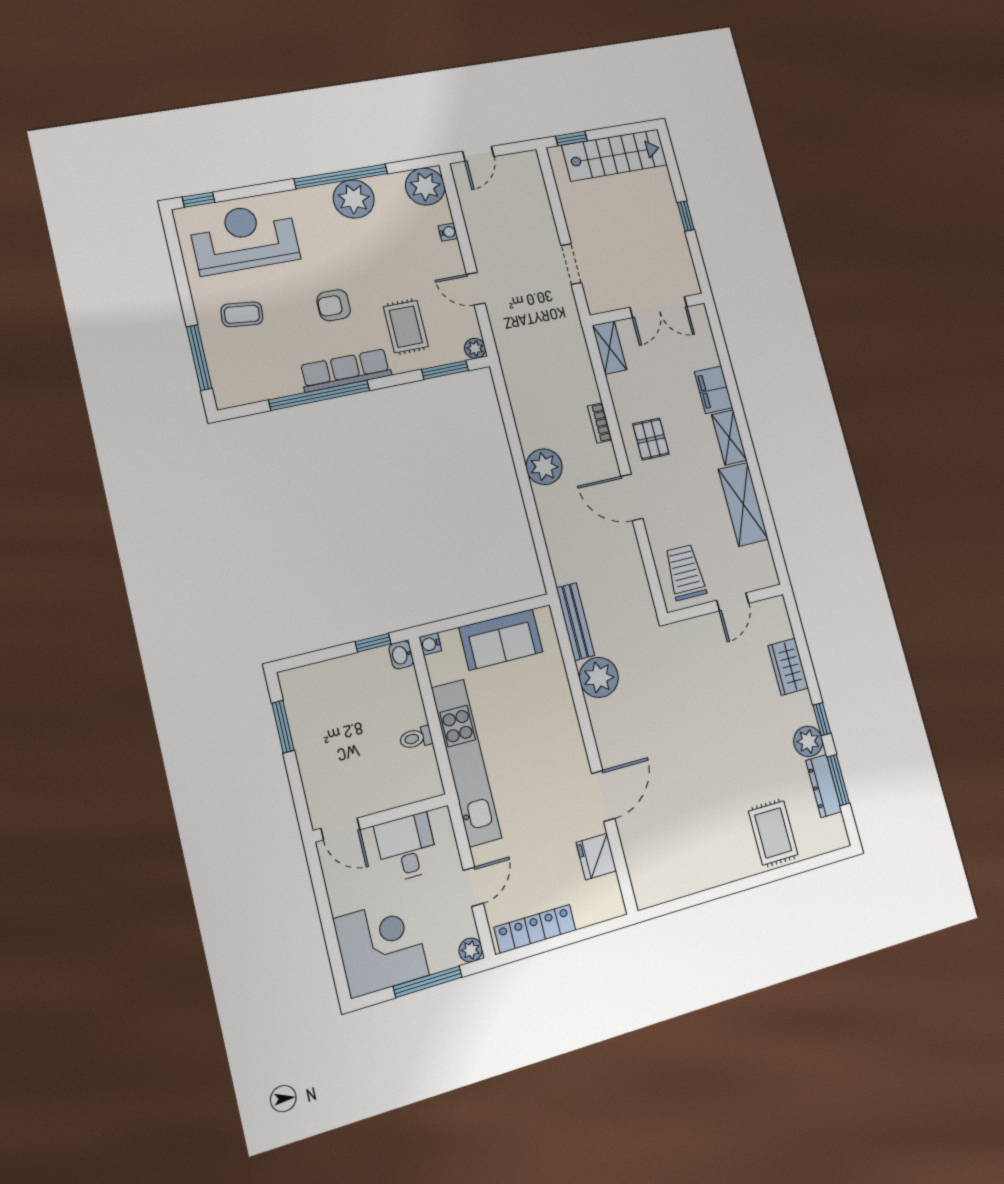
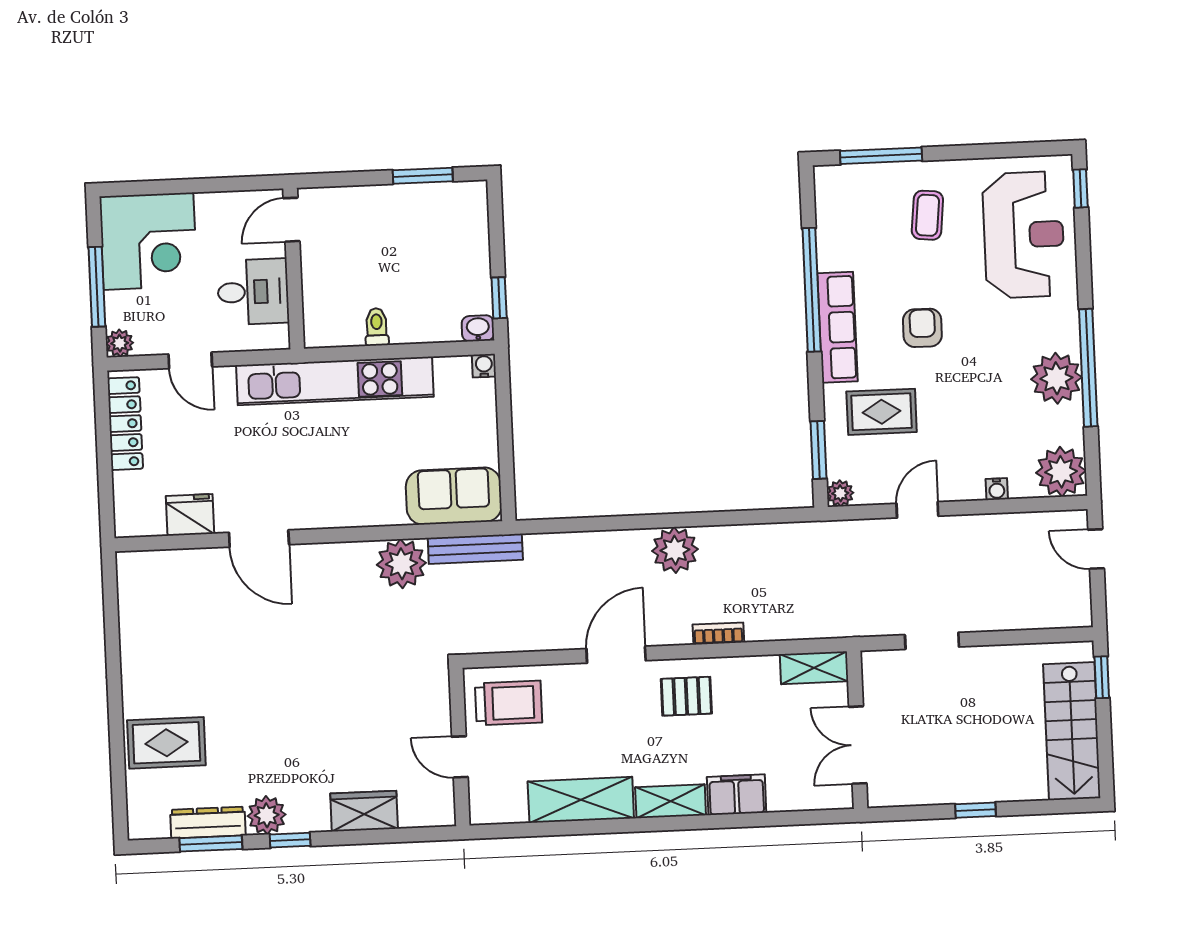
sofa: (501, 640) -> (454, 496), moved, turned 90

